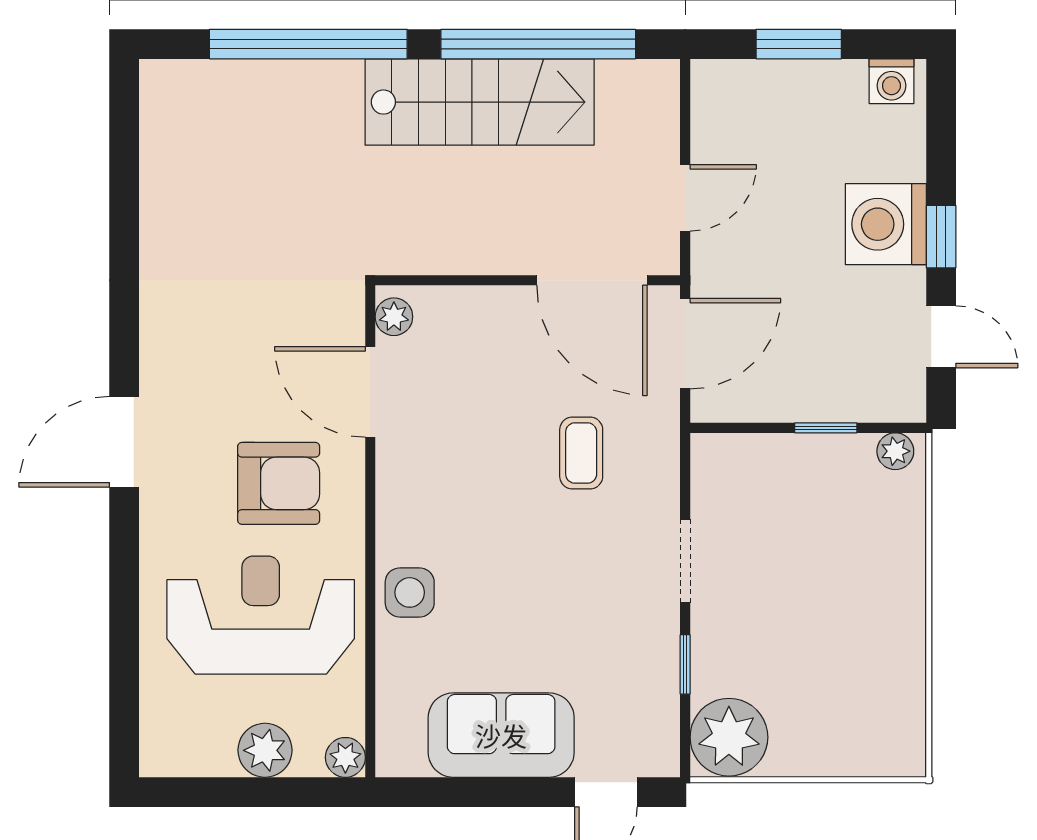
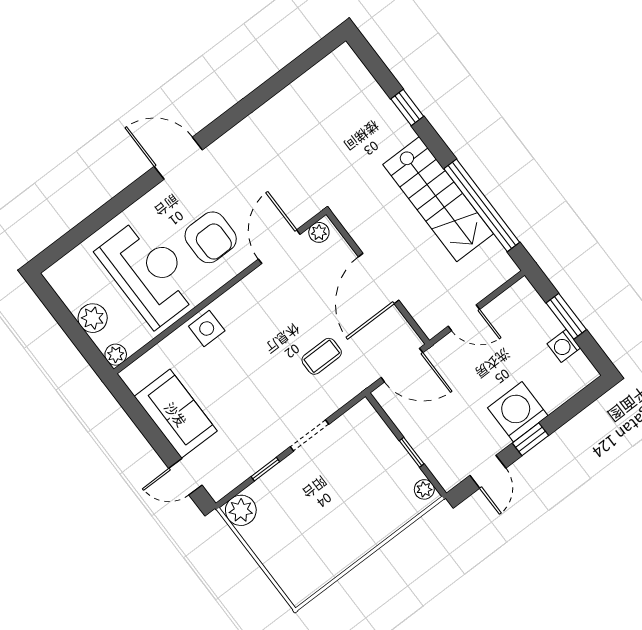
window: (308, 44) -> (407, 108), width x0.32
washing machine: (891, 81) -> (564, 346), moved
door: (592, 280) -> (379, 278), moved
plant: (729, 737) -> (241, 510), width x0.73, depth x0.73

